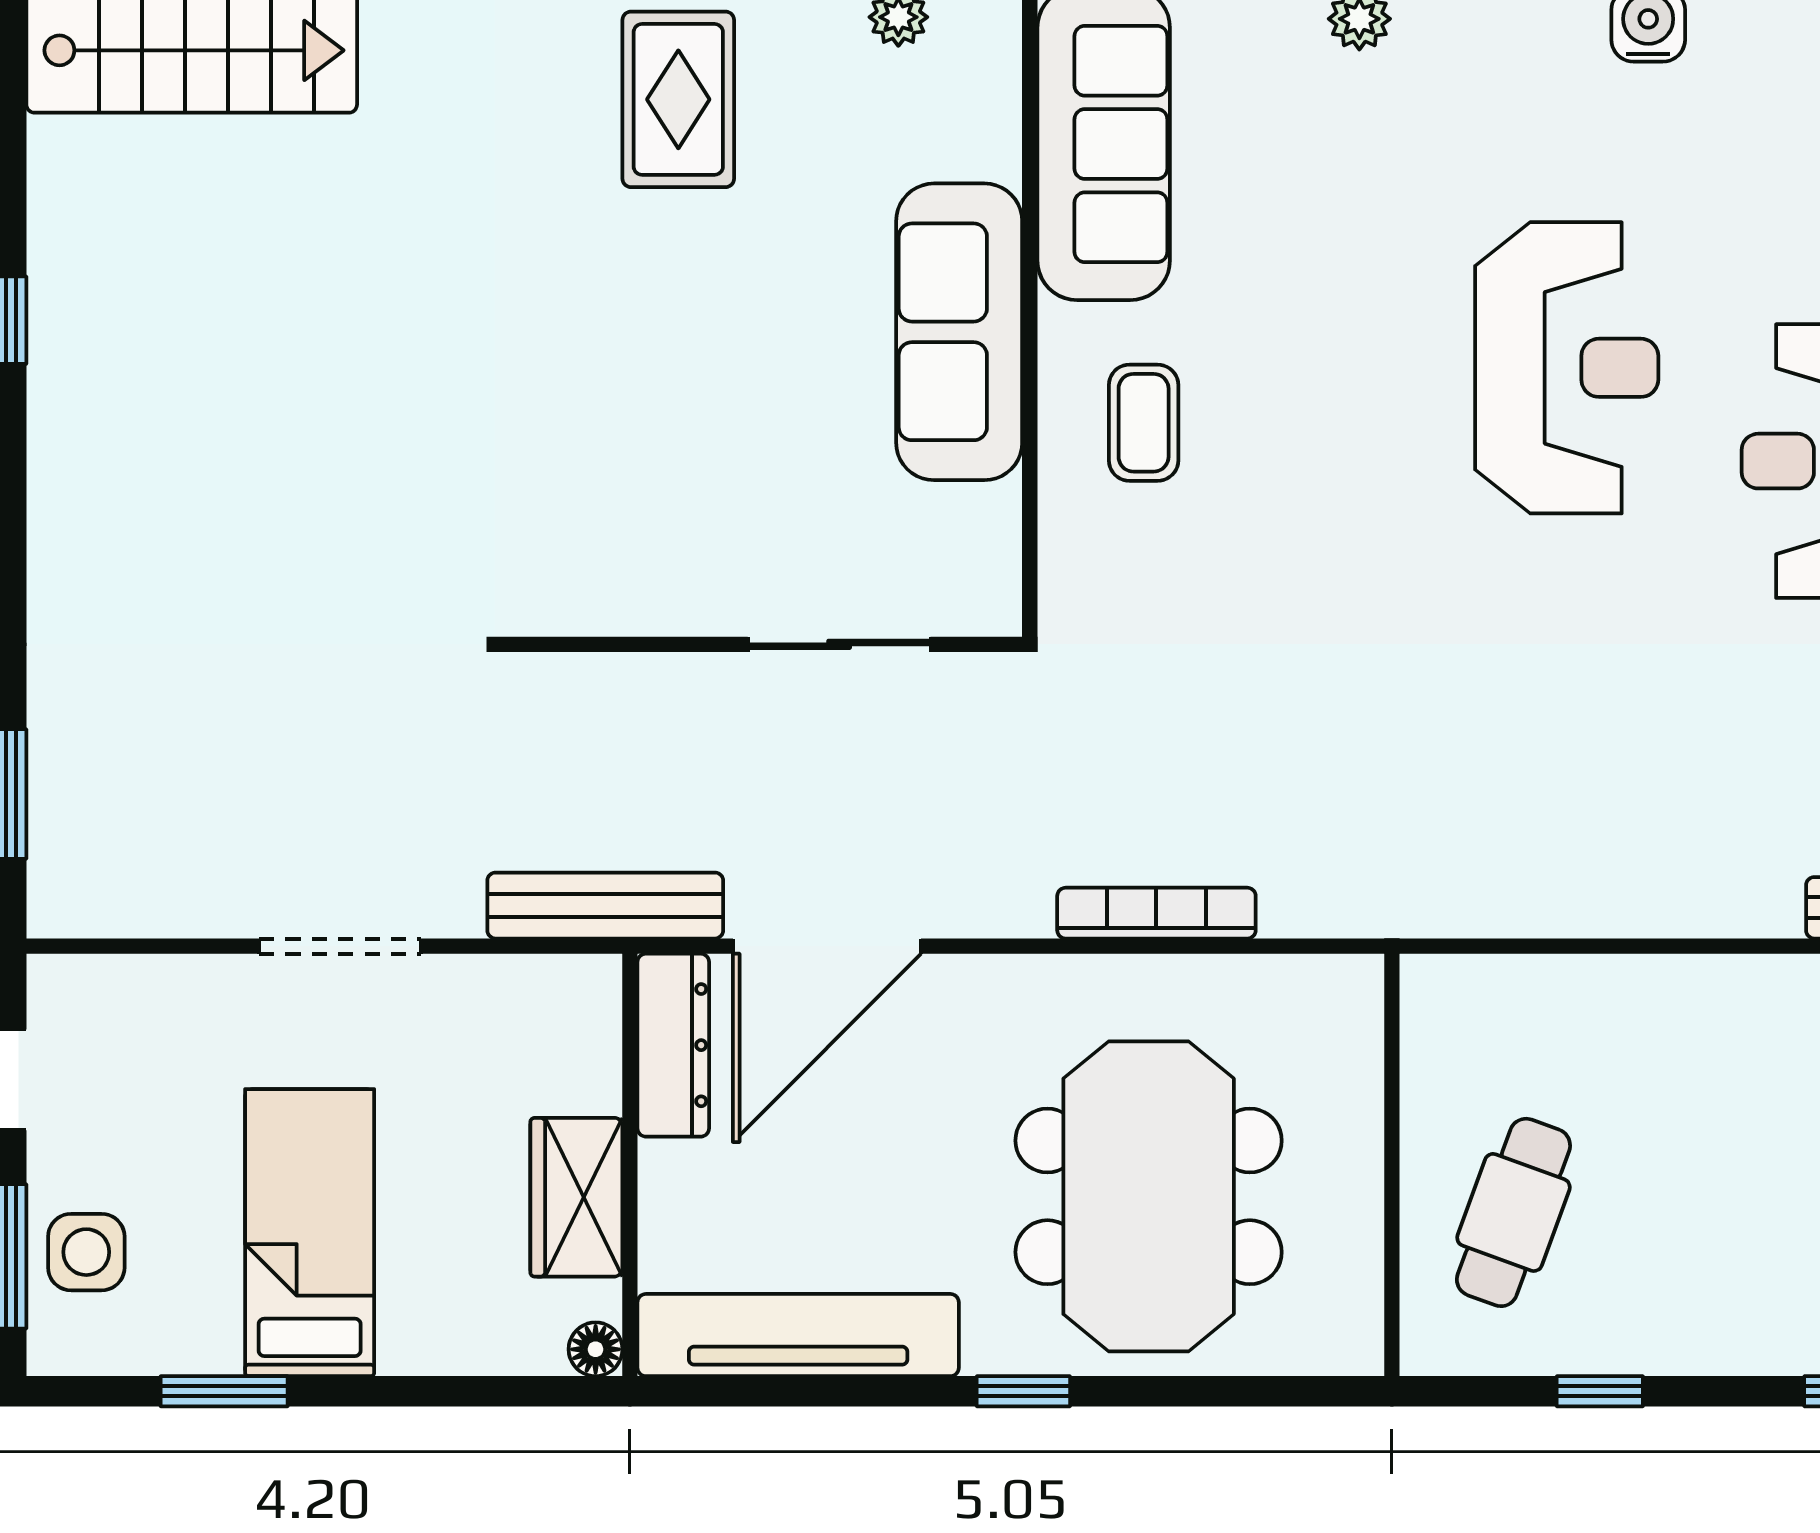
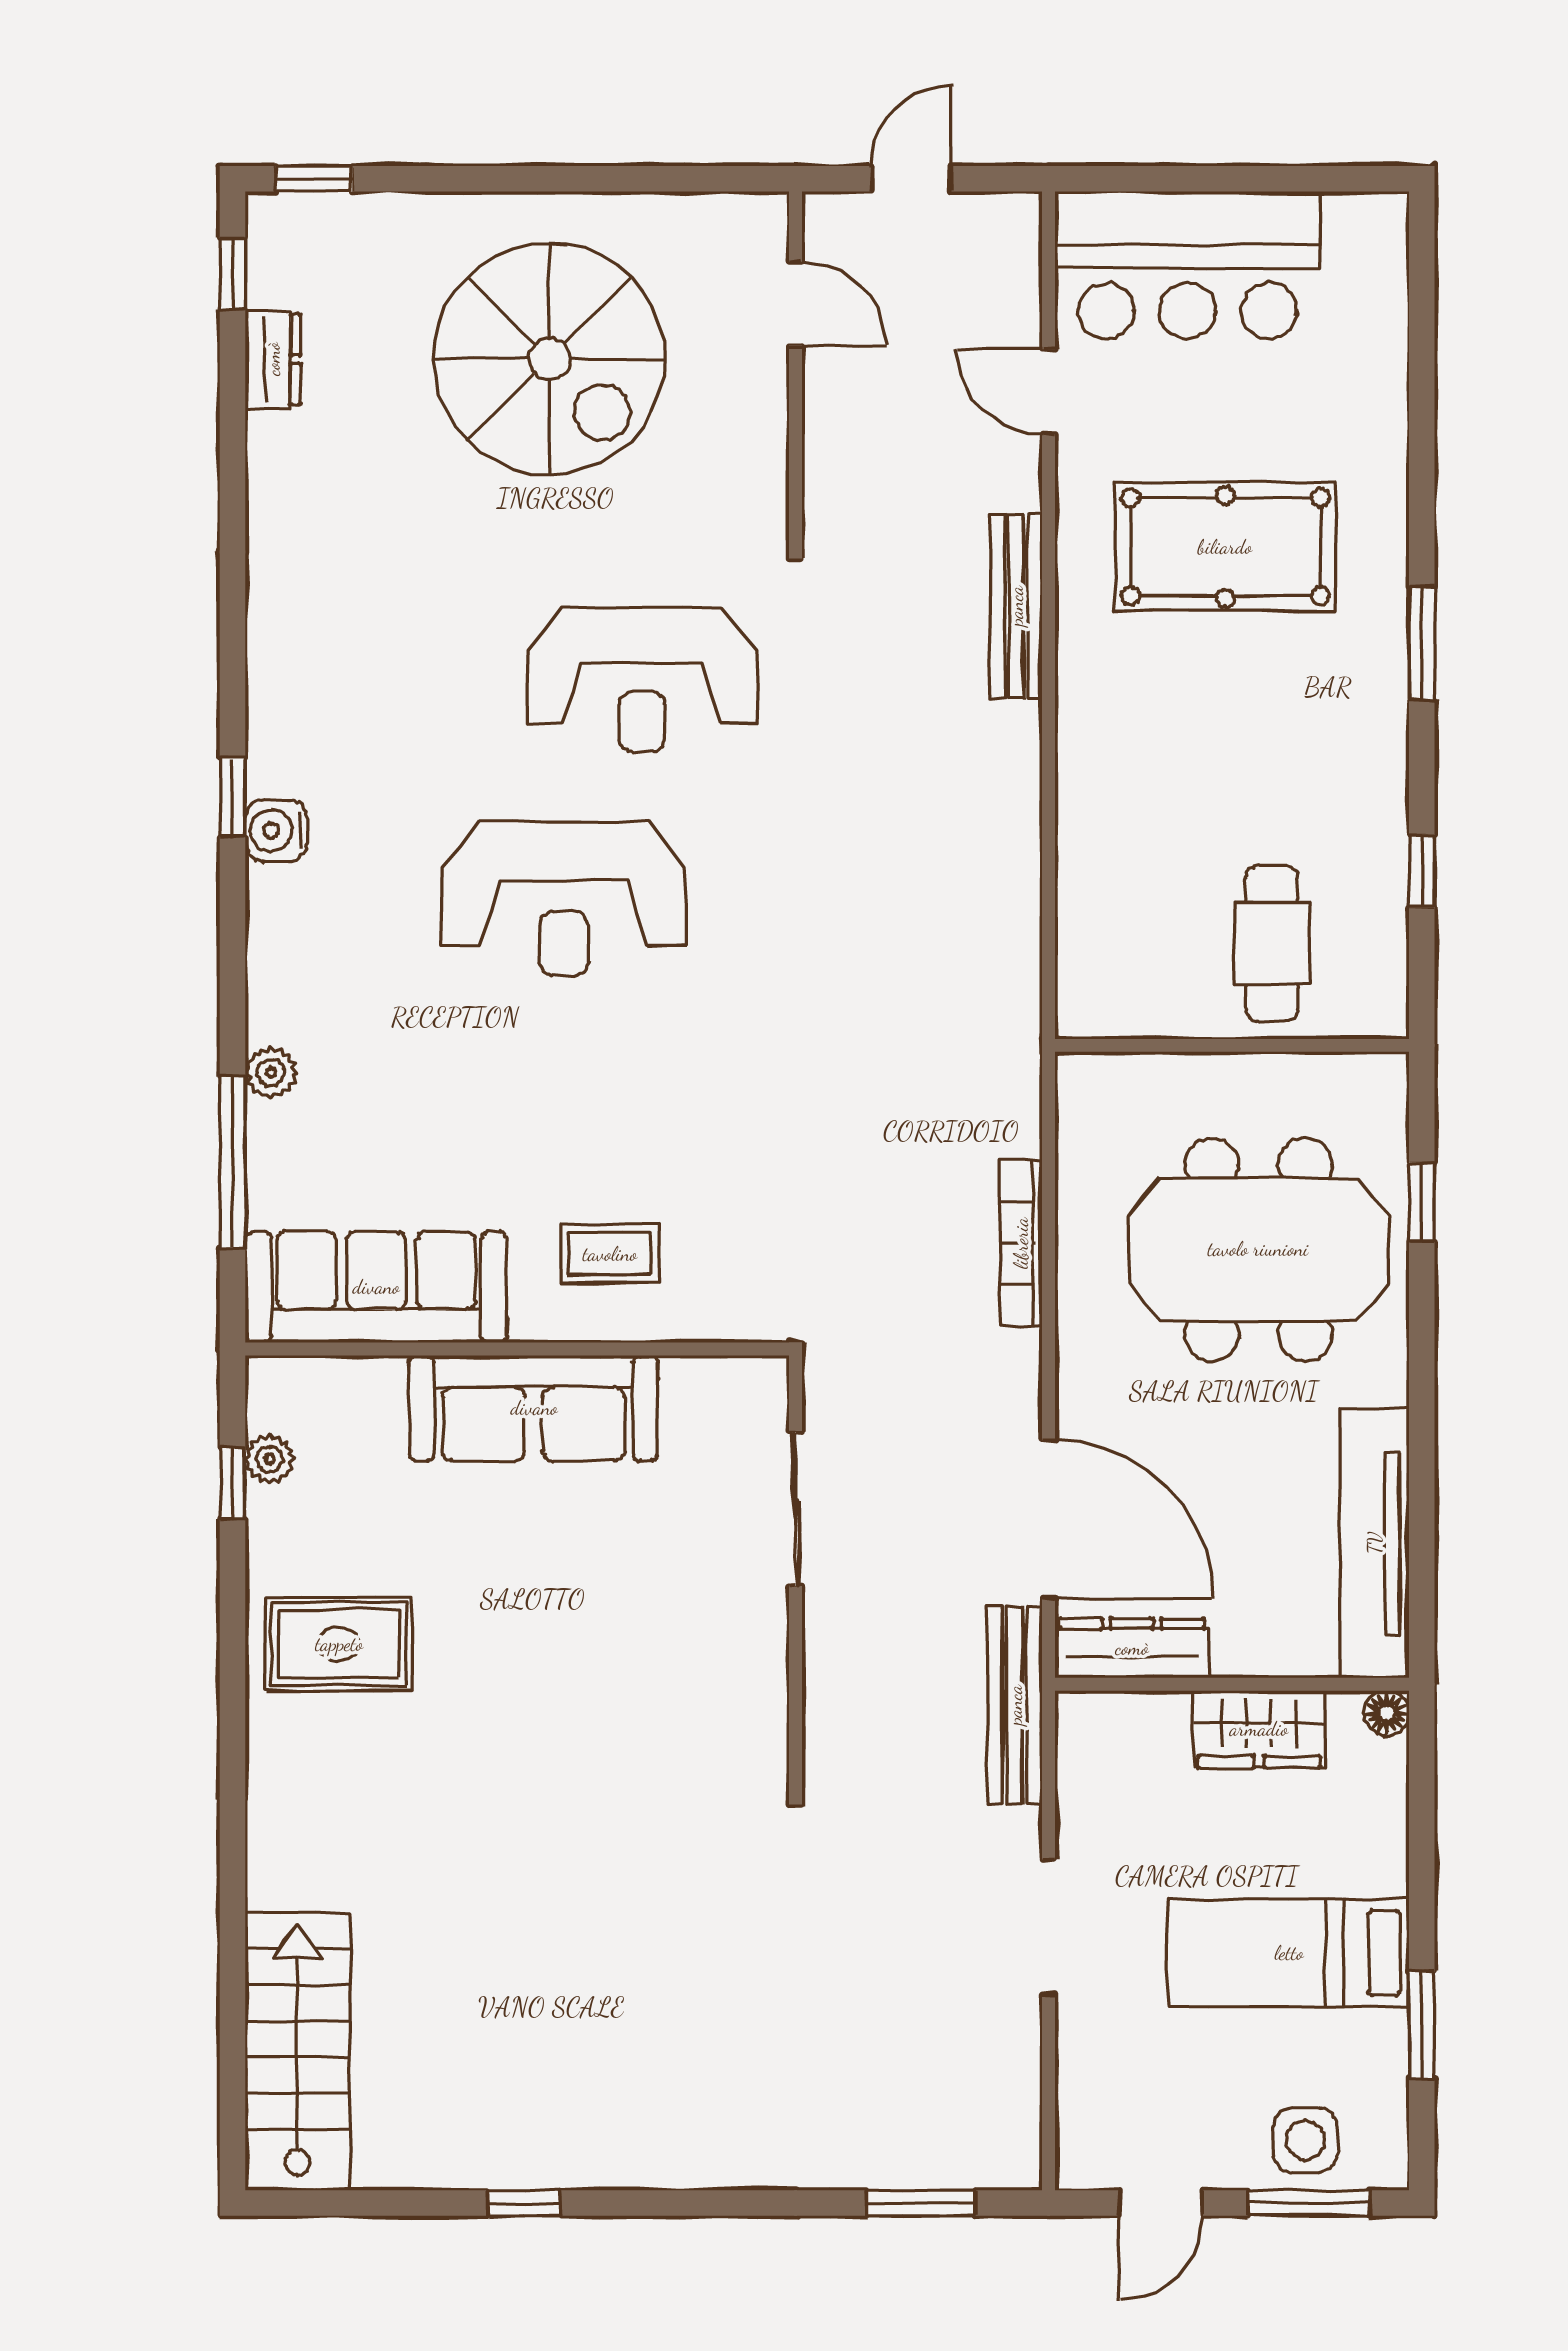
reception desk: (1567, 368) -> (564, 899), turned 180
cafe table: (1513, 1212) -> (1272, 943), turned 70
window: (1023, 1391) -> (1422, 1202), moved

